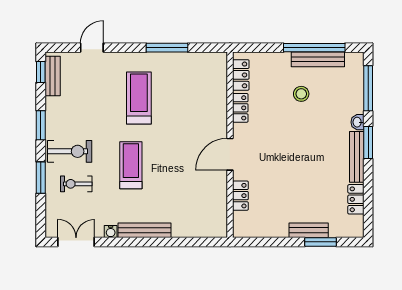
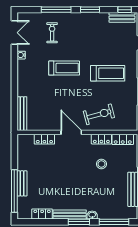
stool: (301, 94) -> (101, 164), moved
exercise bike: (70, 151) -> (99, 114), moved, turned -105
window: (41, 178) -> (56, 10), width x1.44
bench: (145, 230) -> (22, 114), moved
window: (320, 242) -> (14, 191), width x2.11

